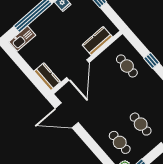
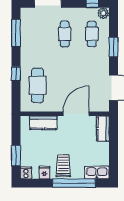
trolley: (53, 21) -> (63, 166), added
cafe table: (127, 66) -> (38, 85), width x1.37, depth x1.35
window: (94, 147) -> (113, 47), added

